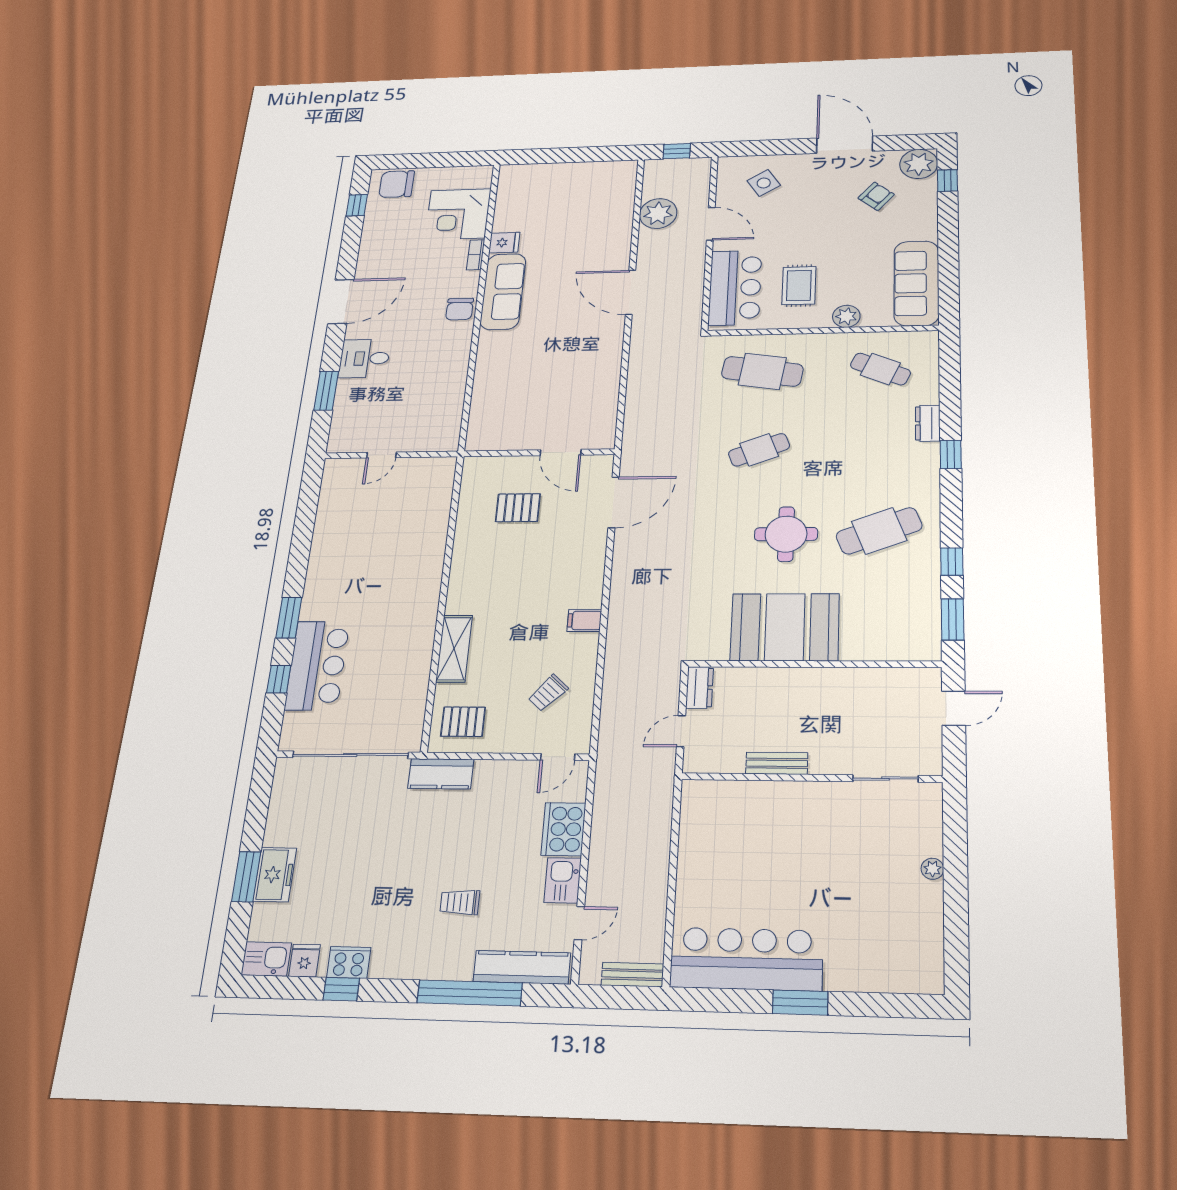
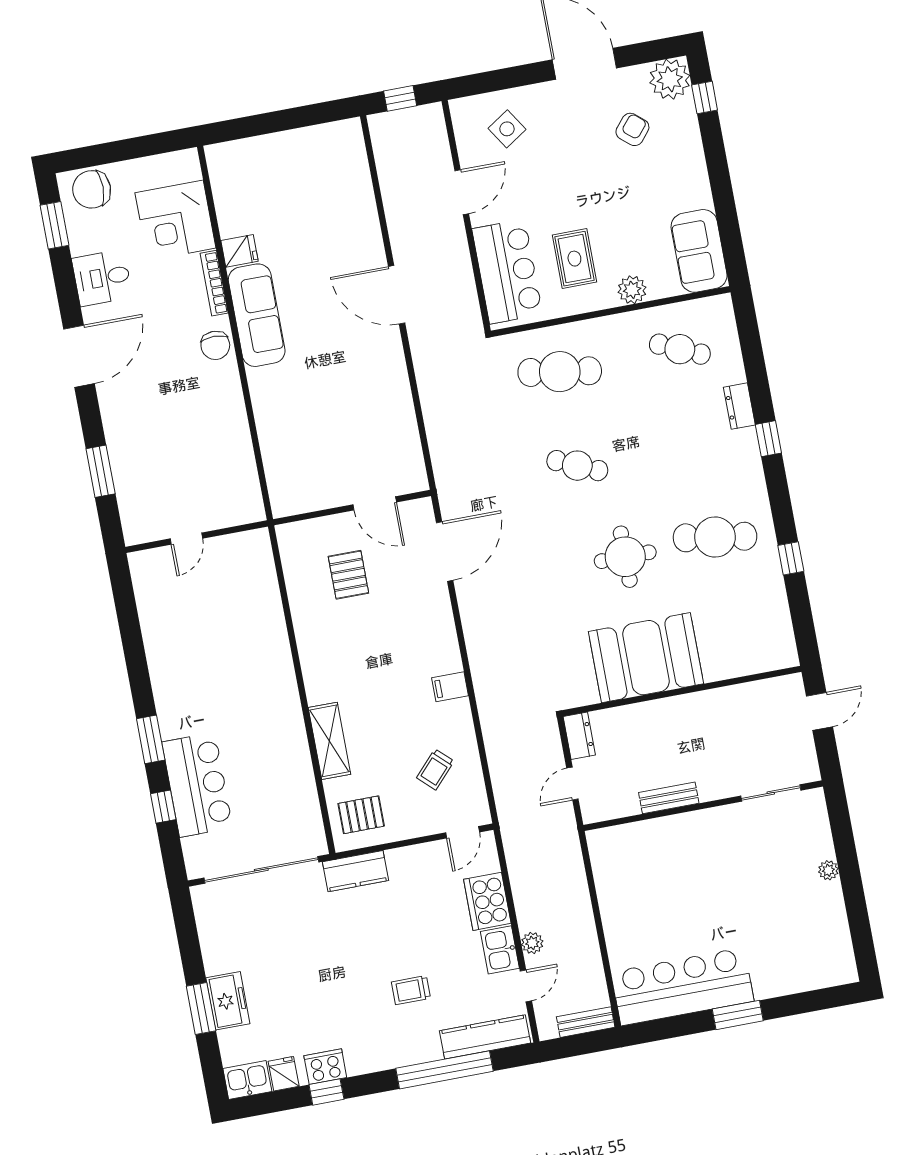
window: (357, 205) -> (54, 225), width x1.50
plant: (658, 214) -> (532, 943), moved, width x0.53, depth x0.53
door: (711, 224) -> (462, 192), hinge flipped
bookcase: (476, 255) -> (214, 283), width x1.56
sofa: (916, 283) -> (699, 251), width x0.73
desk: (364, 358) -> (102, 278), moved
cafe table: (759, 450) -> (577, 466), turned 45
pallet: (518, 508) -> (348, 575), turned 90
cafe table: (879, 531) -> (715, 537), turned 30
window: (953, 619) -> (802, 620), removed

